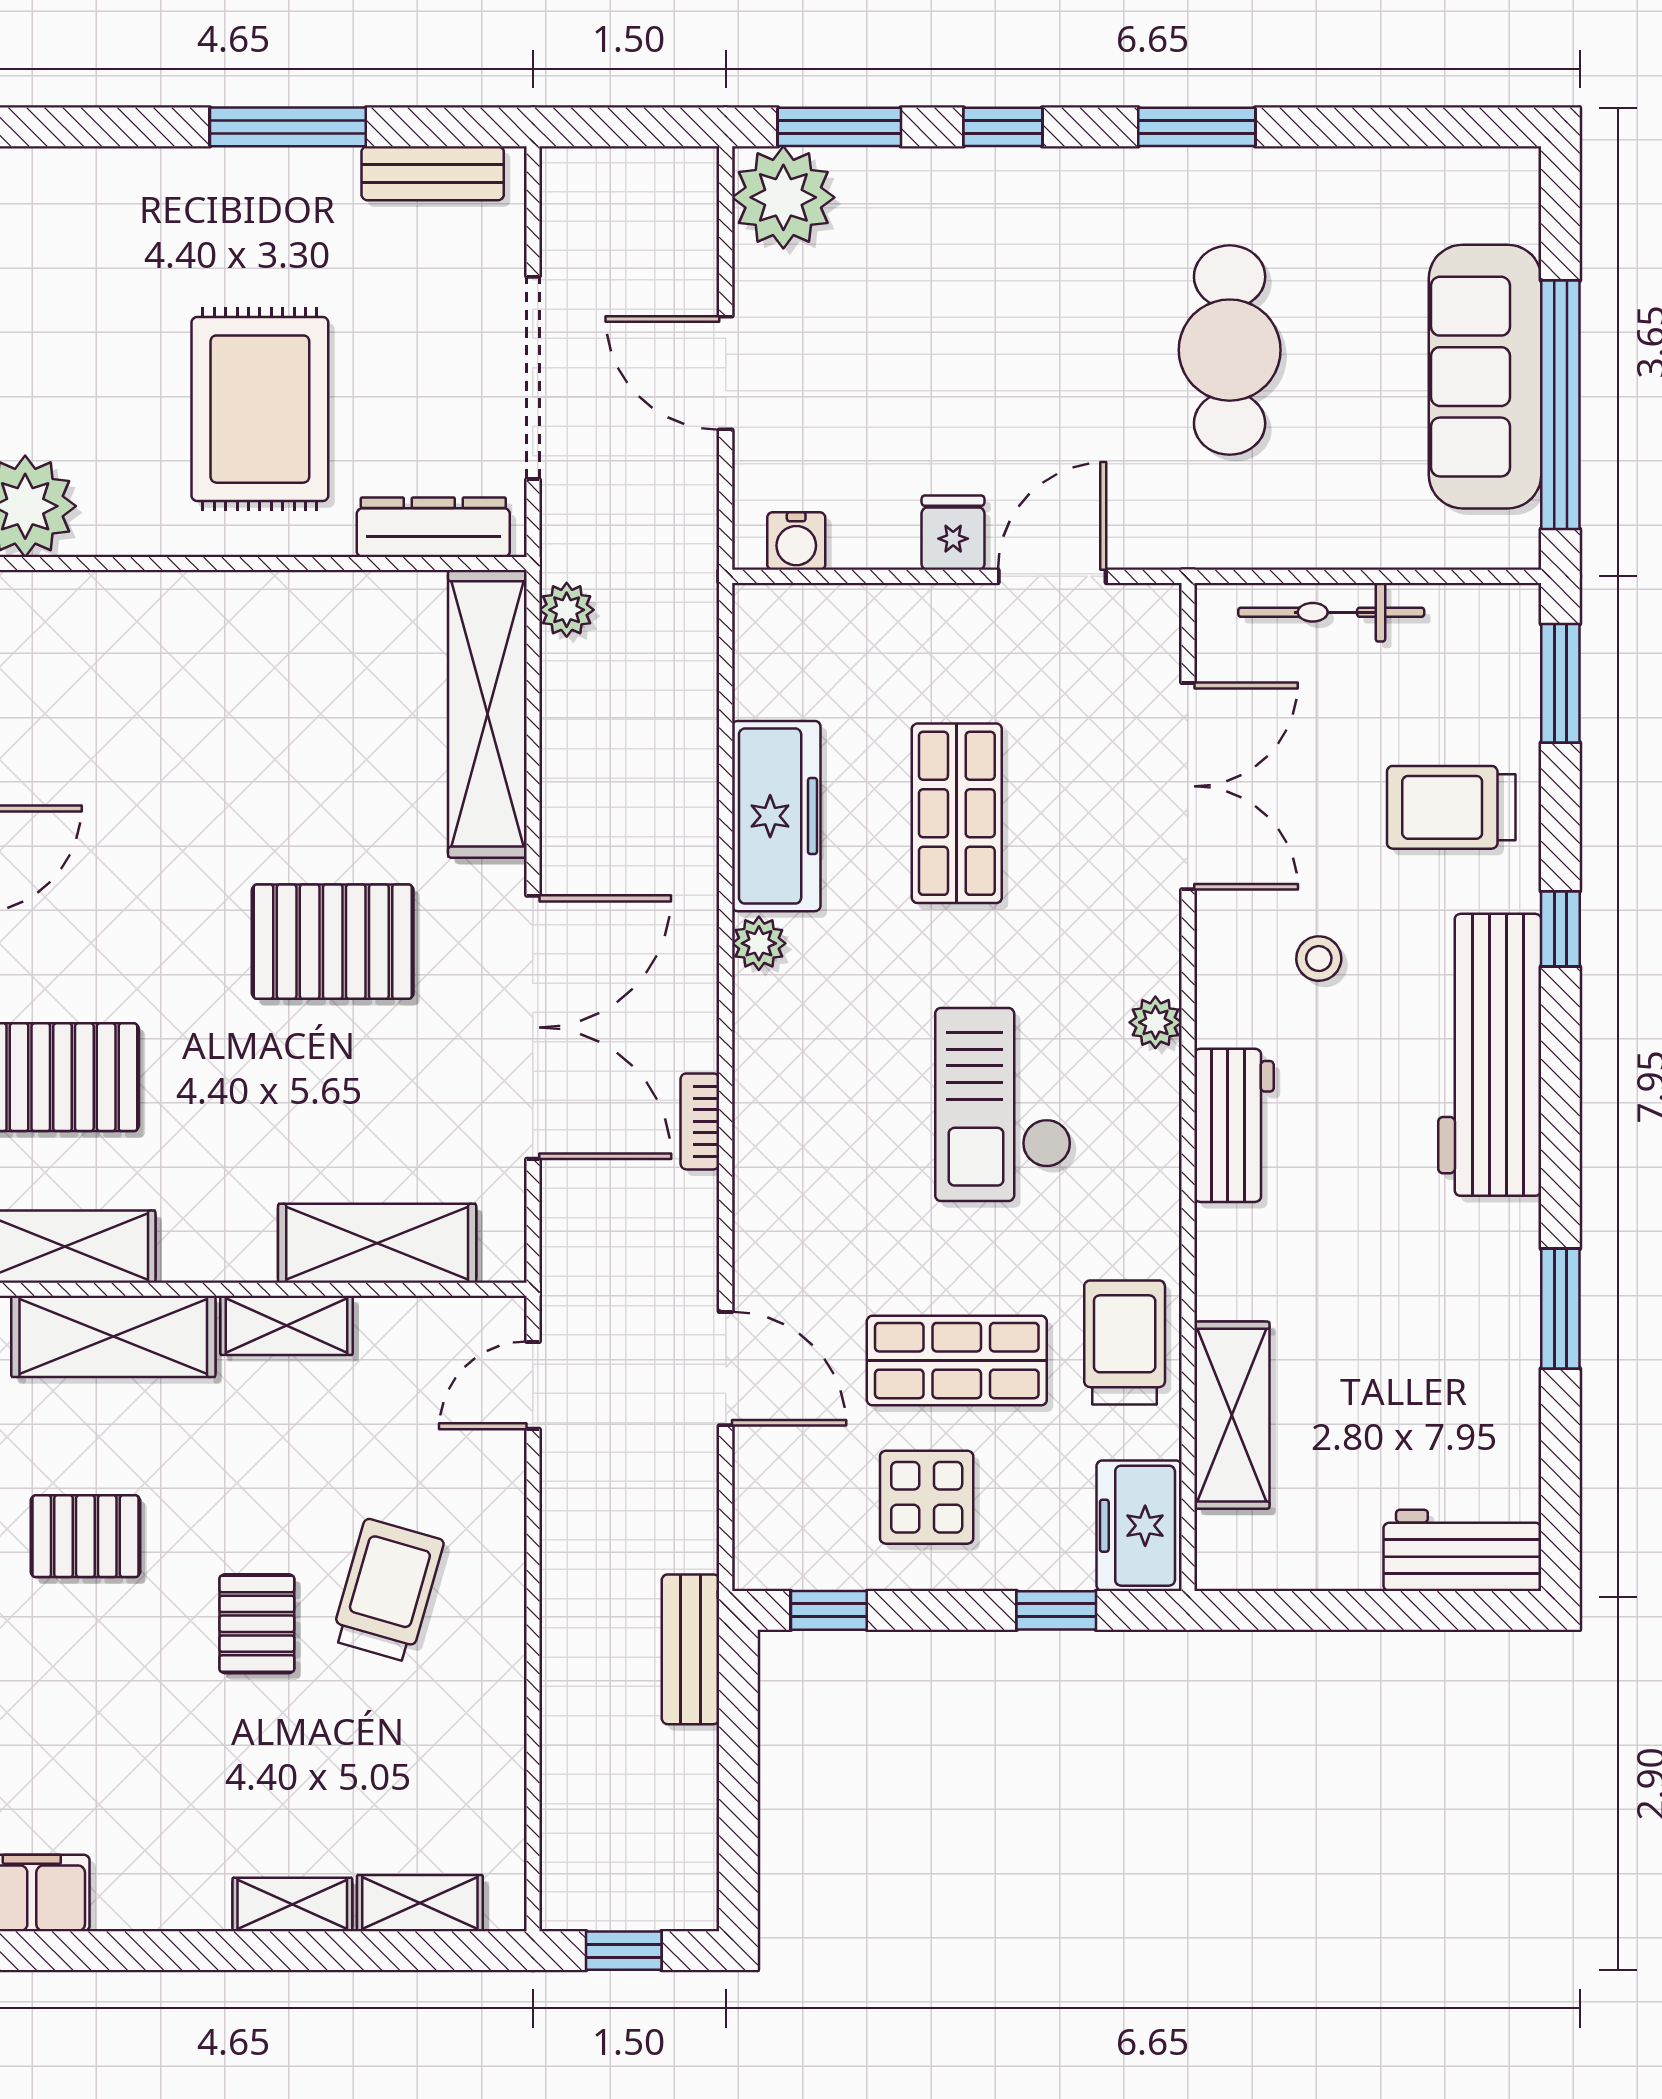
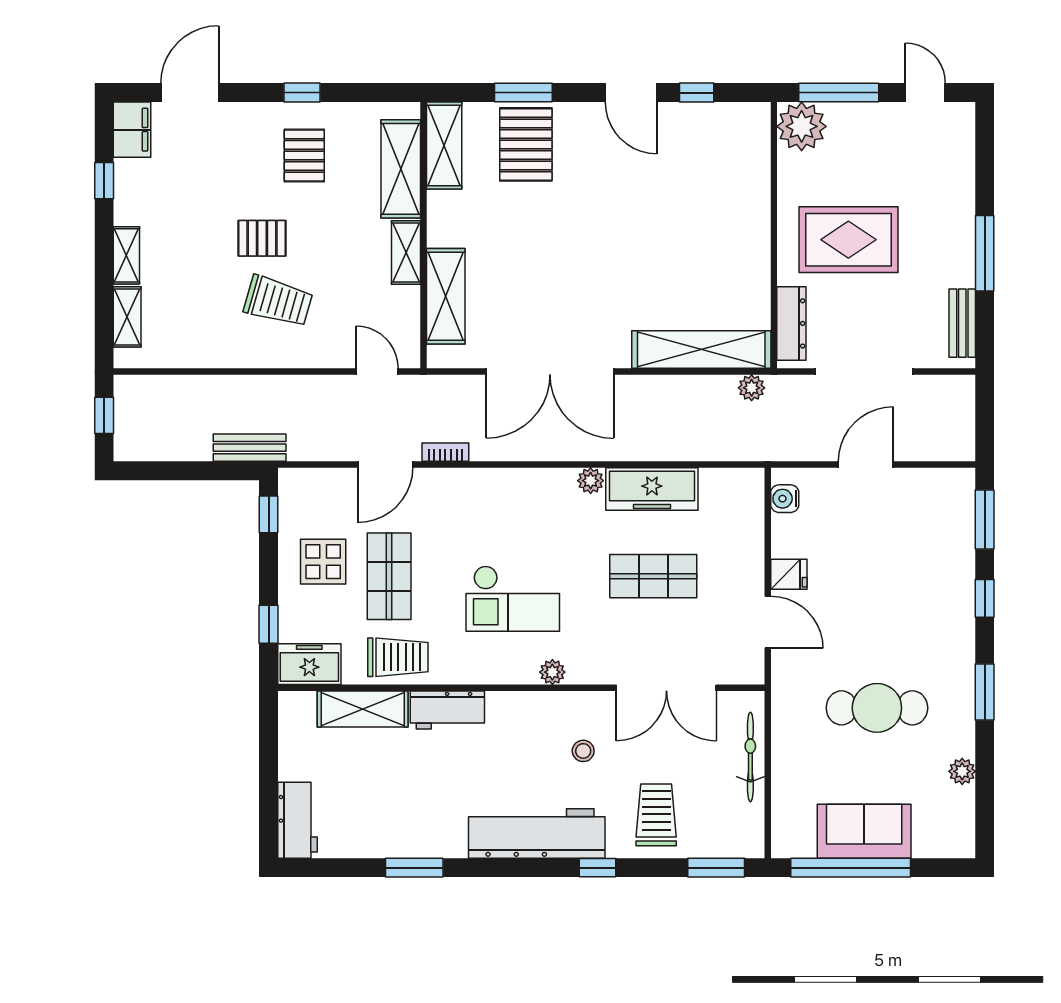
plant: (783, 197) -> (962, 771), moved, width x0.53, depth x0.53
sofa: (1485, 377) -> (864, 831), width x0.73
pallet: (333, 942) -> (591, 275), removed
checkout: (1003, 1104) -> (513, 599), turned 180
bookcase: (700, 1121) -> (445, 452), moved
workbench: (1234, 1125) -> (447, 710), moved
window: (137, 1951) -> (104, 181), added

